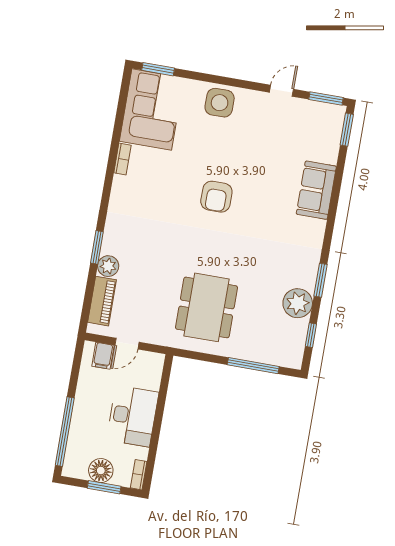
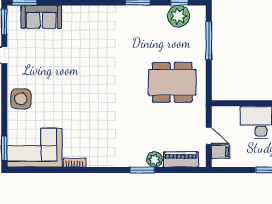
sofa: (316, 190) -> (41, 17), moved
armchair: (216, 197) -> (90, 89), removed
plant: (298, 303) -> (179, 16), moved

